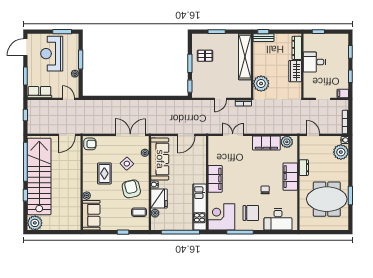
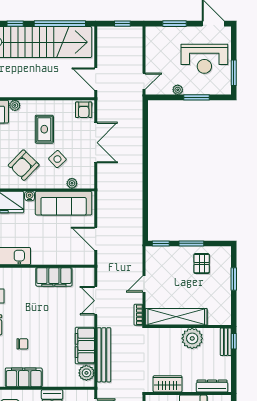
reception desk: (52, 54) -> (204, 59), turned 180
shelving: (245, 57) -> (176, 317), moved
wardrobe: (295, 71) -> (168, 384), moved
plant: (261, 84) -> (192, 338), moved
row of seats: (40, 92) -> (153, 43), removed
door: (220, 99) -> (144, 284), hinge flipped
bench: (273, 129) -> (104, 355), added
double door: (130, 135) -> (96, 143), moved
double door: (233, 135) -> (96, 301), swing flipped
rug: (104, 173) -> (44, 129), turned 90
filing cabinet: (290, 177) -> (24, 377), moved
filing cabinet: (215, 179) -> (54, 277), moved
armchair: (131, 189) -> (24, 165), turned 147

